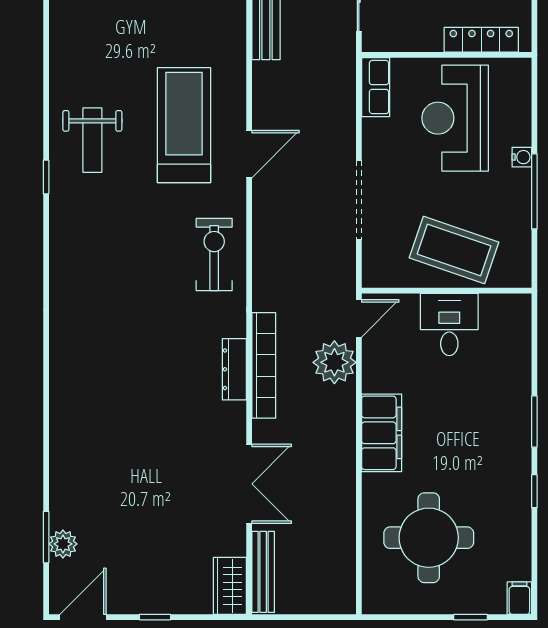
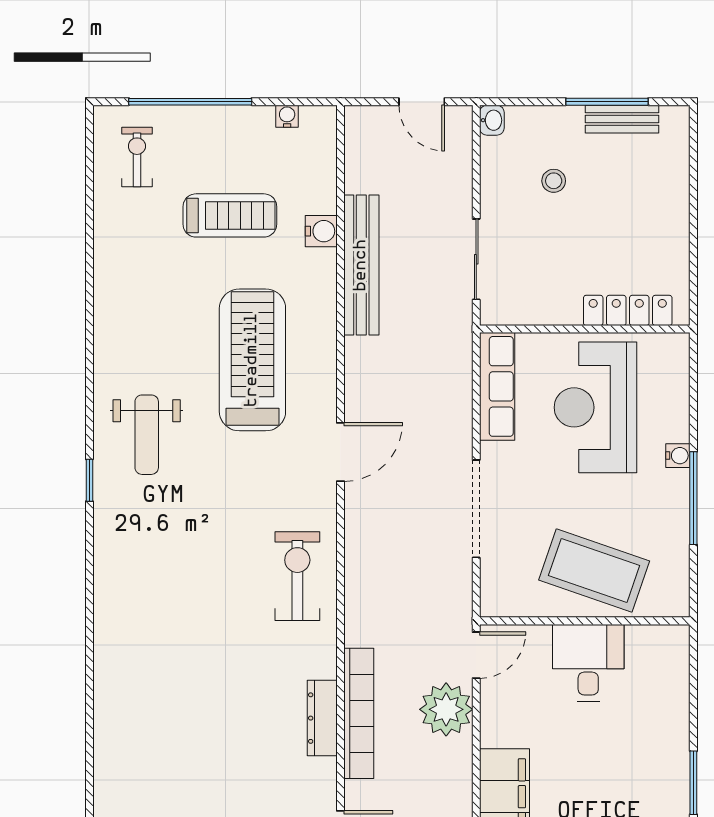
row of seats: (376, 87) -> (497, 386), width x1.48
treadmill: (184, 125) -> (252, 360), moved

